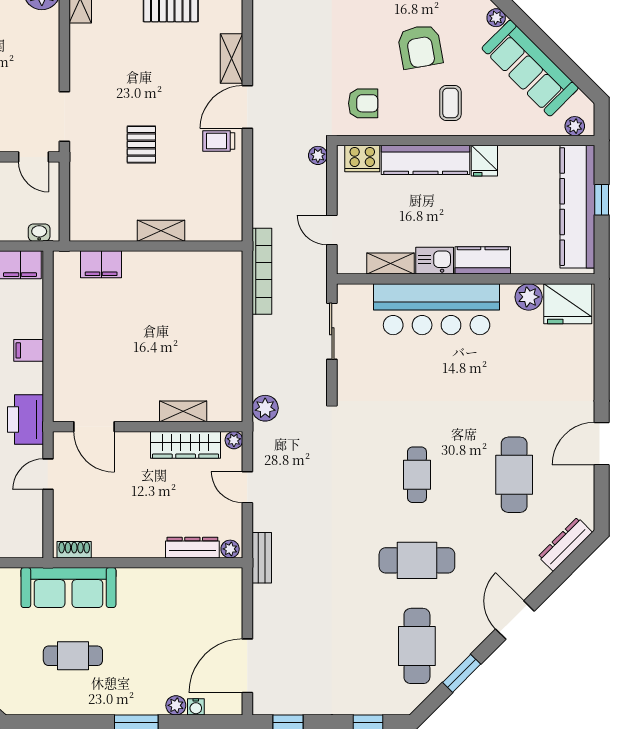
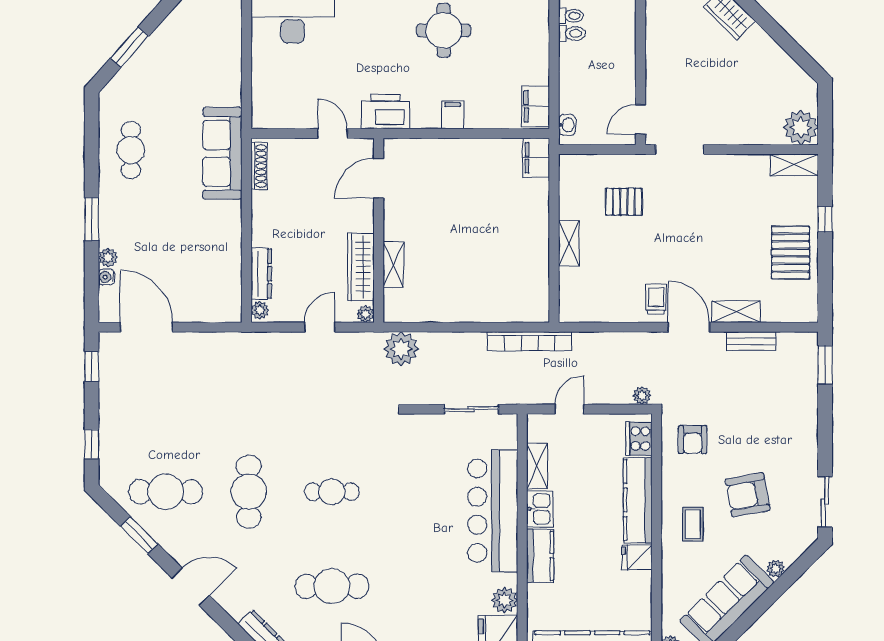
coffee table: (450, 103) -> (693, 524), turned 90
pallet: (141, 144) -> (624, 202), moved
filing cabinet: (101, 264) -> (536, 158), moved
plant: (265, 408) -> (401, 349), width x1.36, depth x1.36
shoe rack: (74, 550) -> (259, 166), width x1.43
bench: (262, 558) -> (751, 341), moved
cafe table: (73, 656) -> (131, 150), moved

